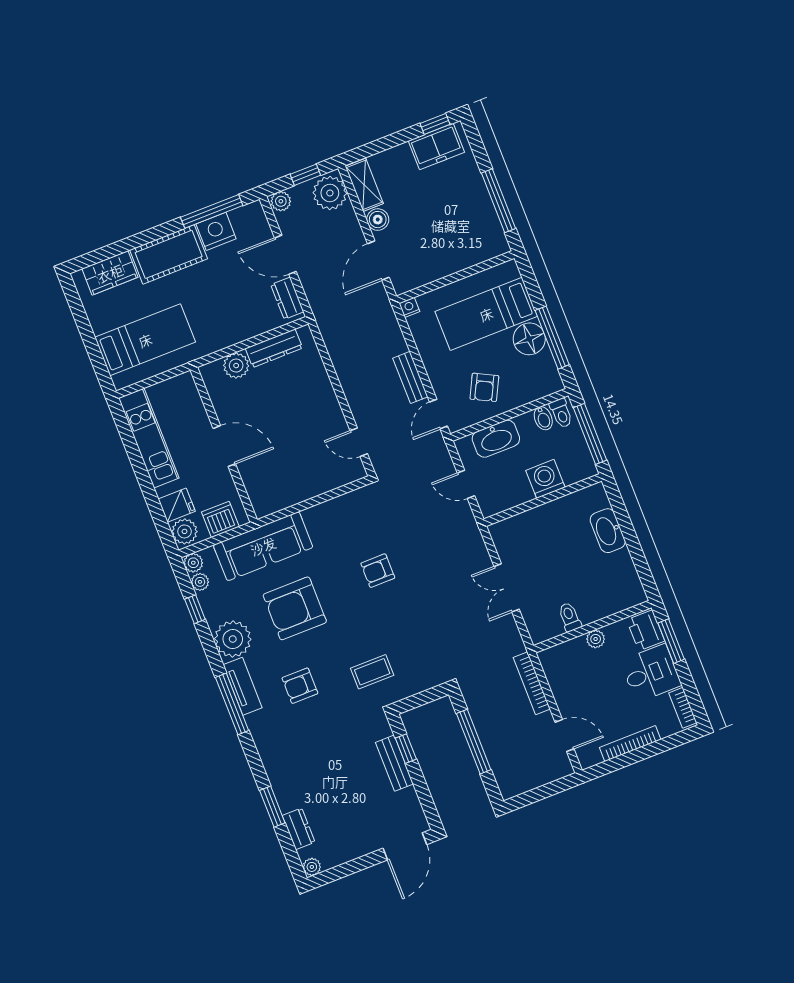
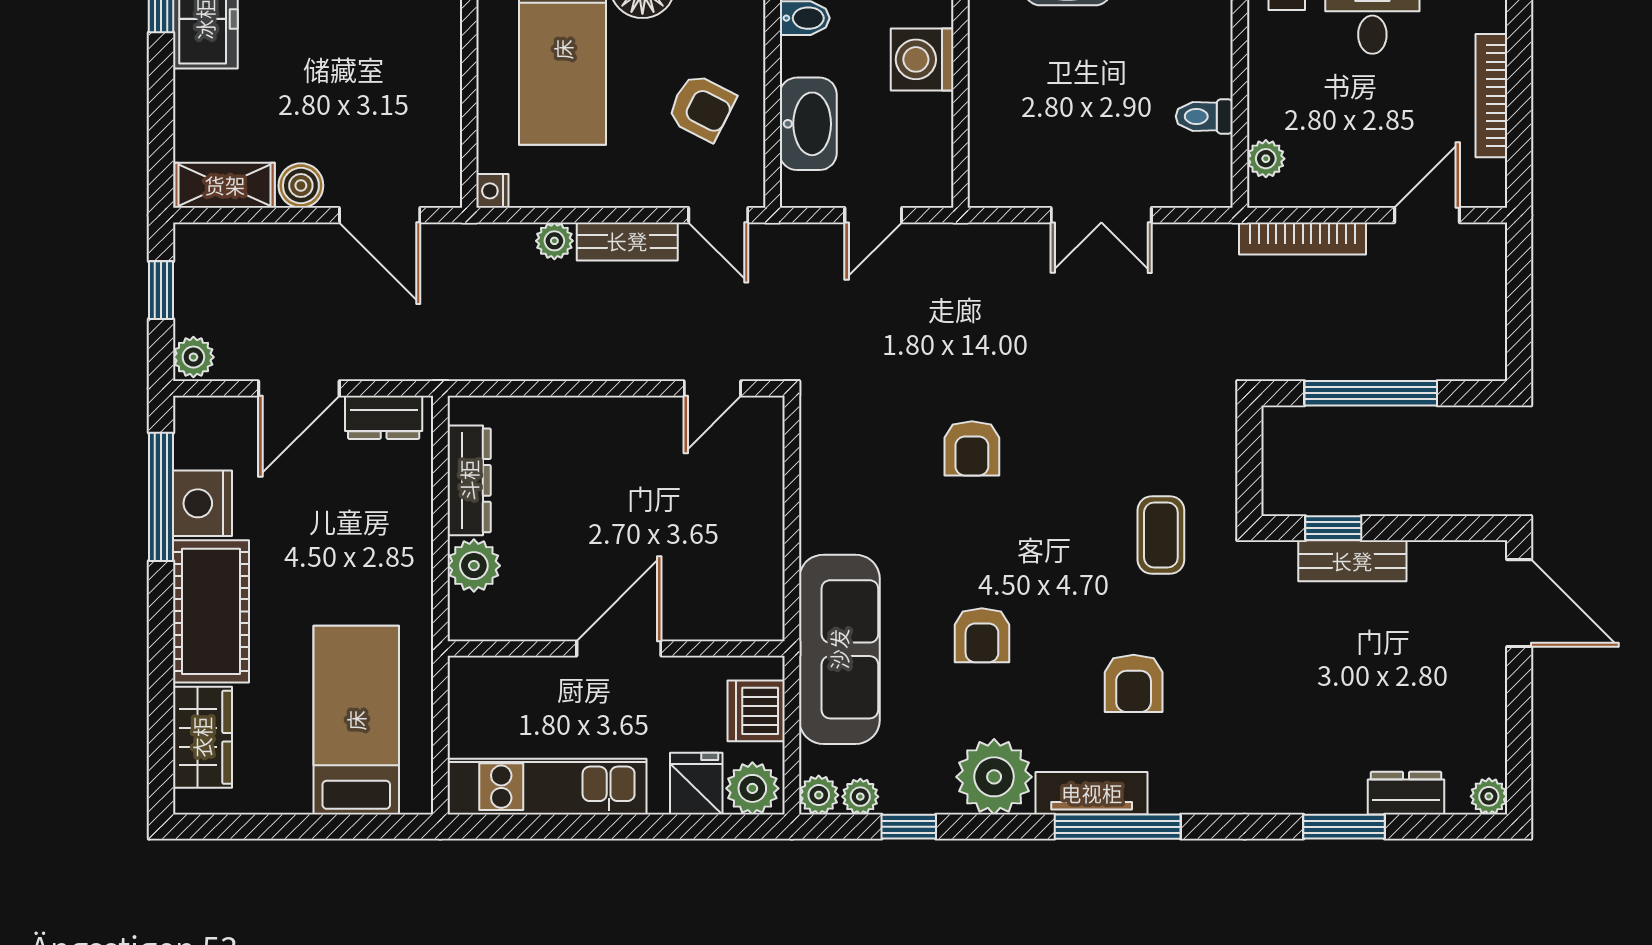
plant: (330, 193) -> (554, 241), moved, width x0.53, depth x0.53
armchair: (295, 608) -> (982, 635), width x0.53, depth x0.53
plant: (596, 639) -> (1266, 159), moved

